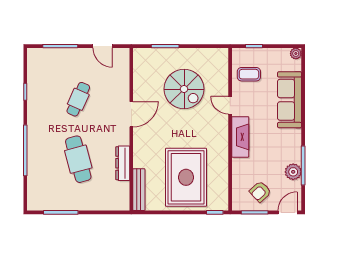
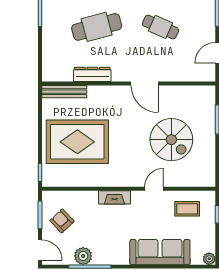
coffee table: (249, 74) -> (187, 209), turned 90
spiral stairs: (184, 89) -> (171, 140), turned -90
fireplace: (240, 137) -> (114, 197), width x0.73, depth x0.76

